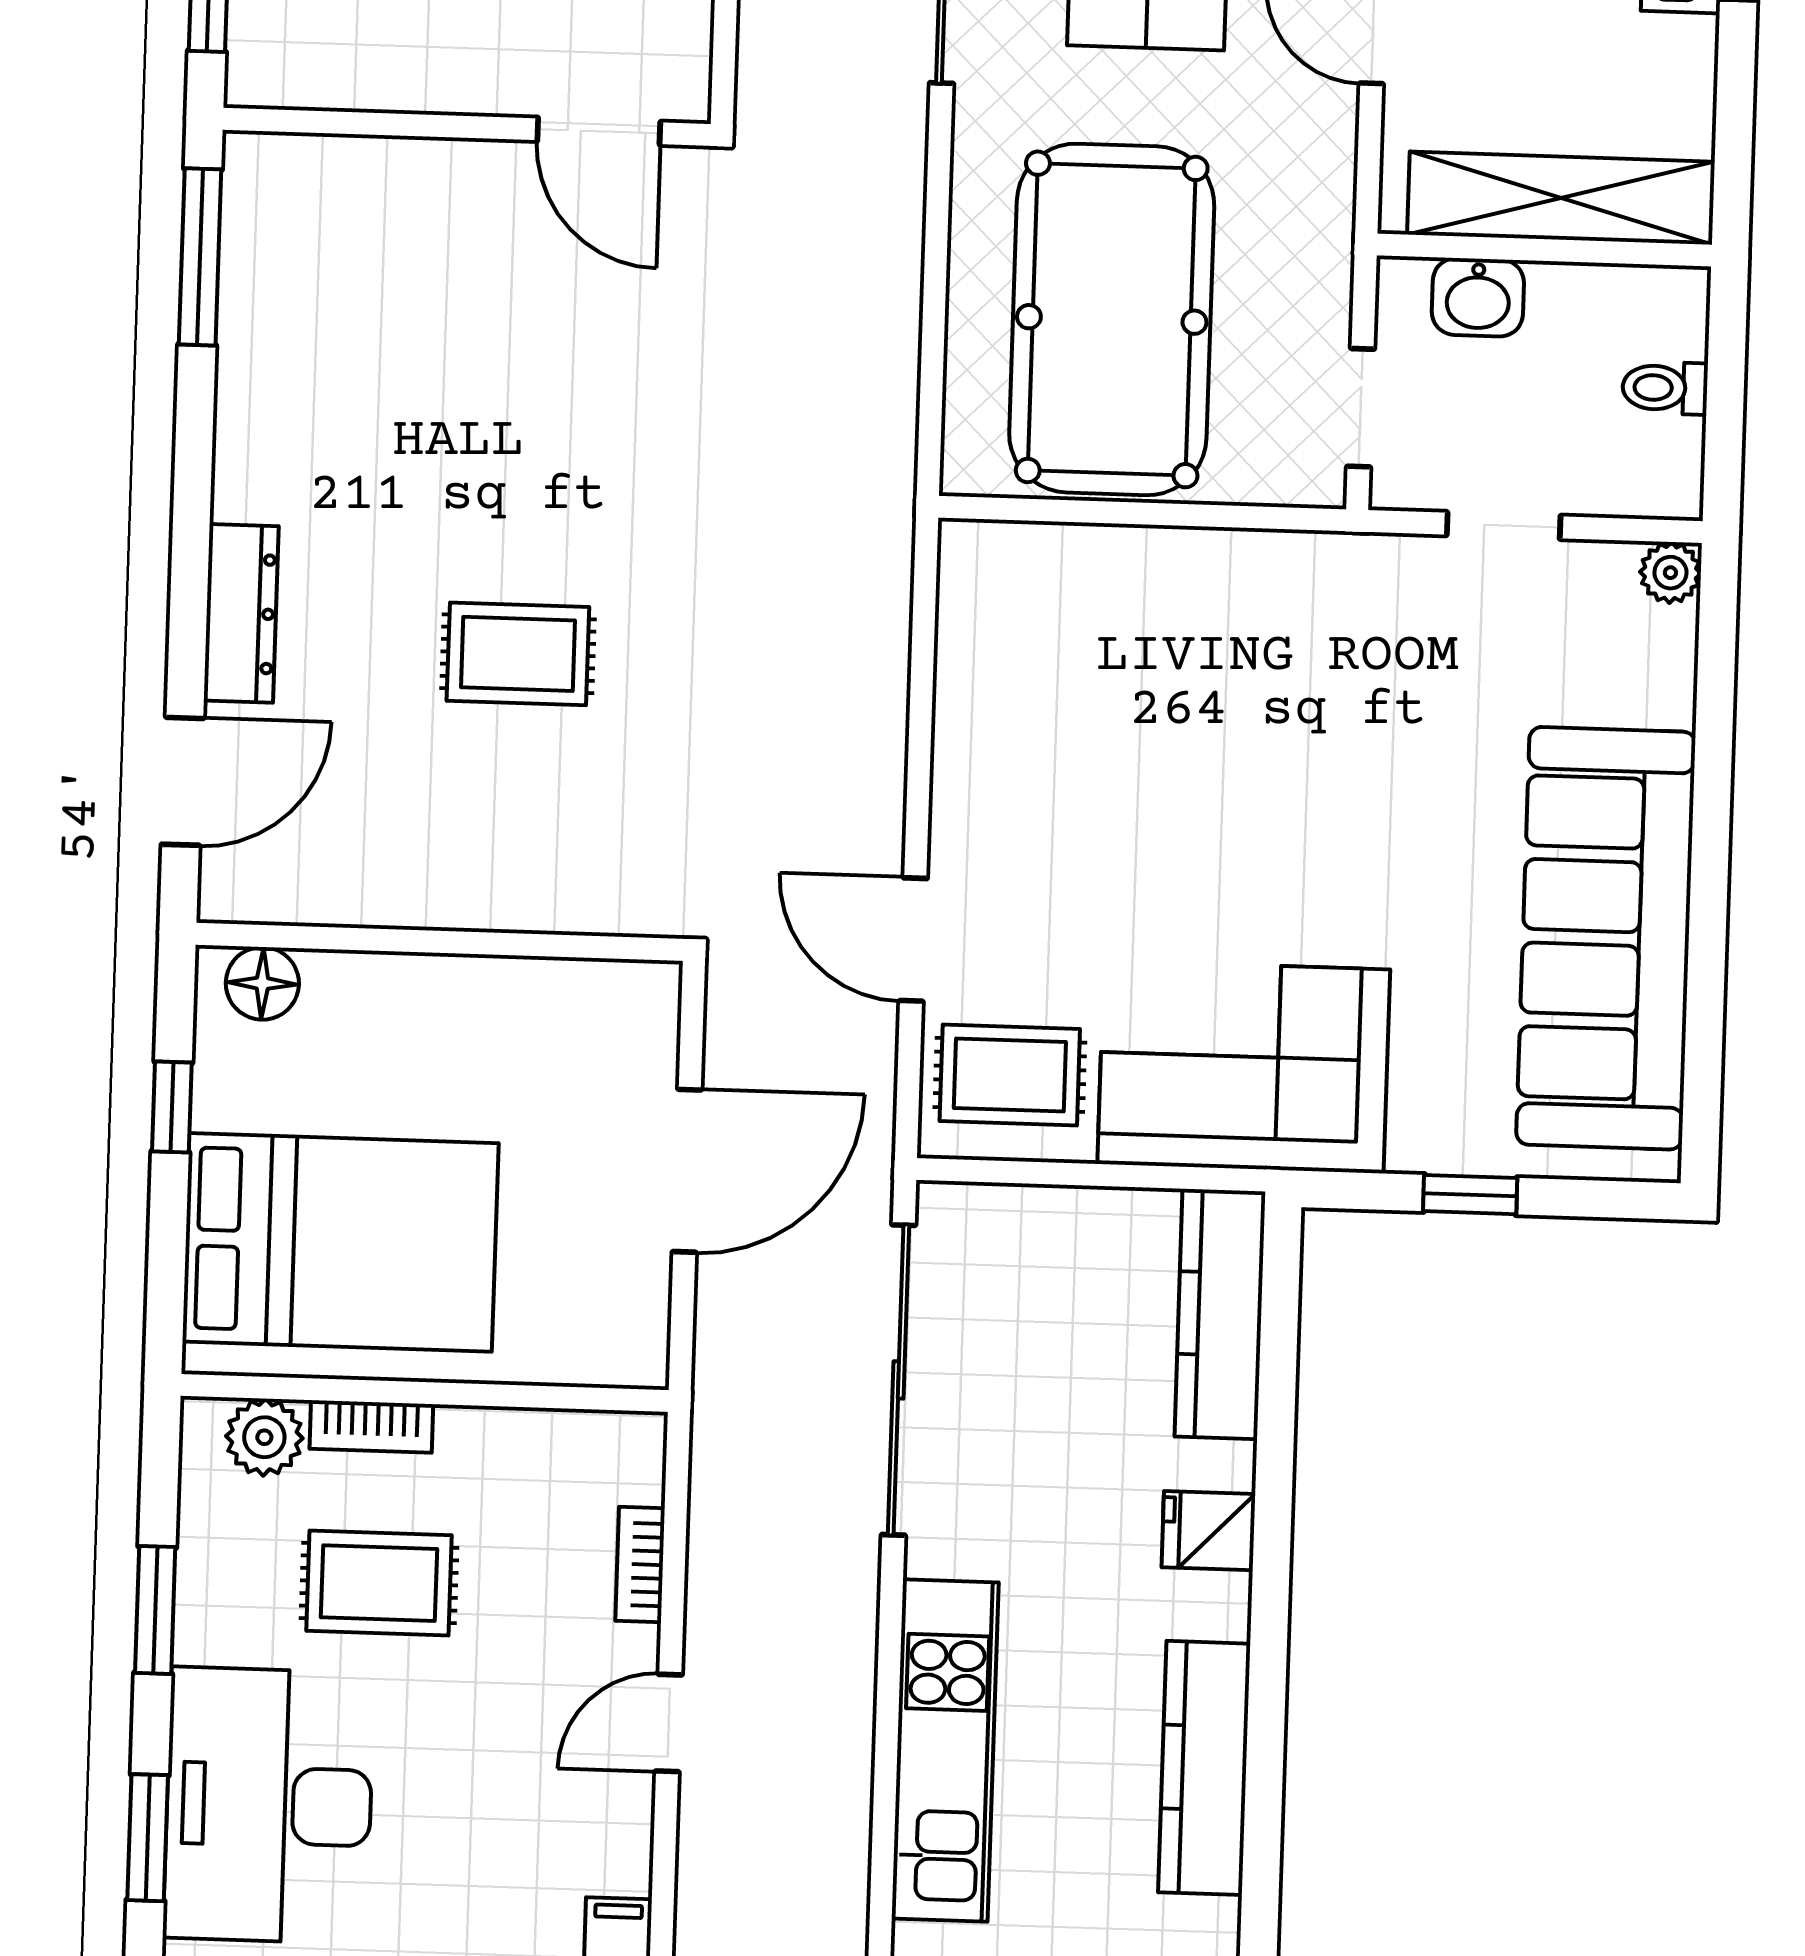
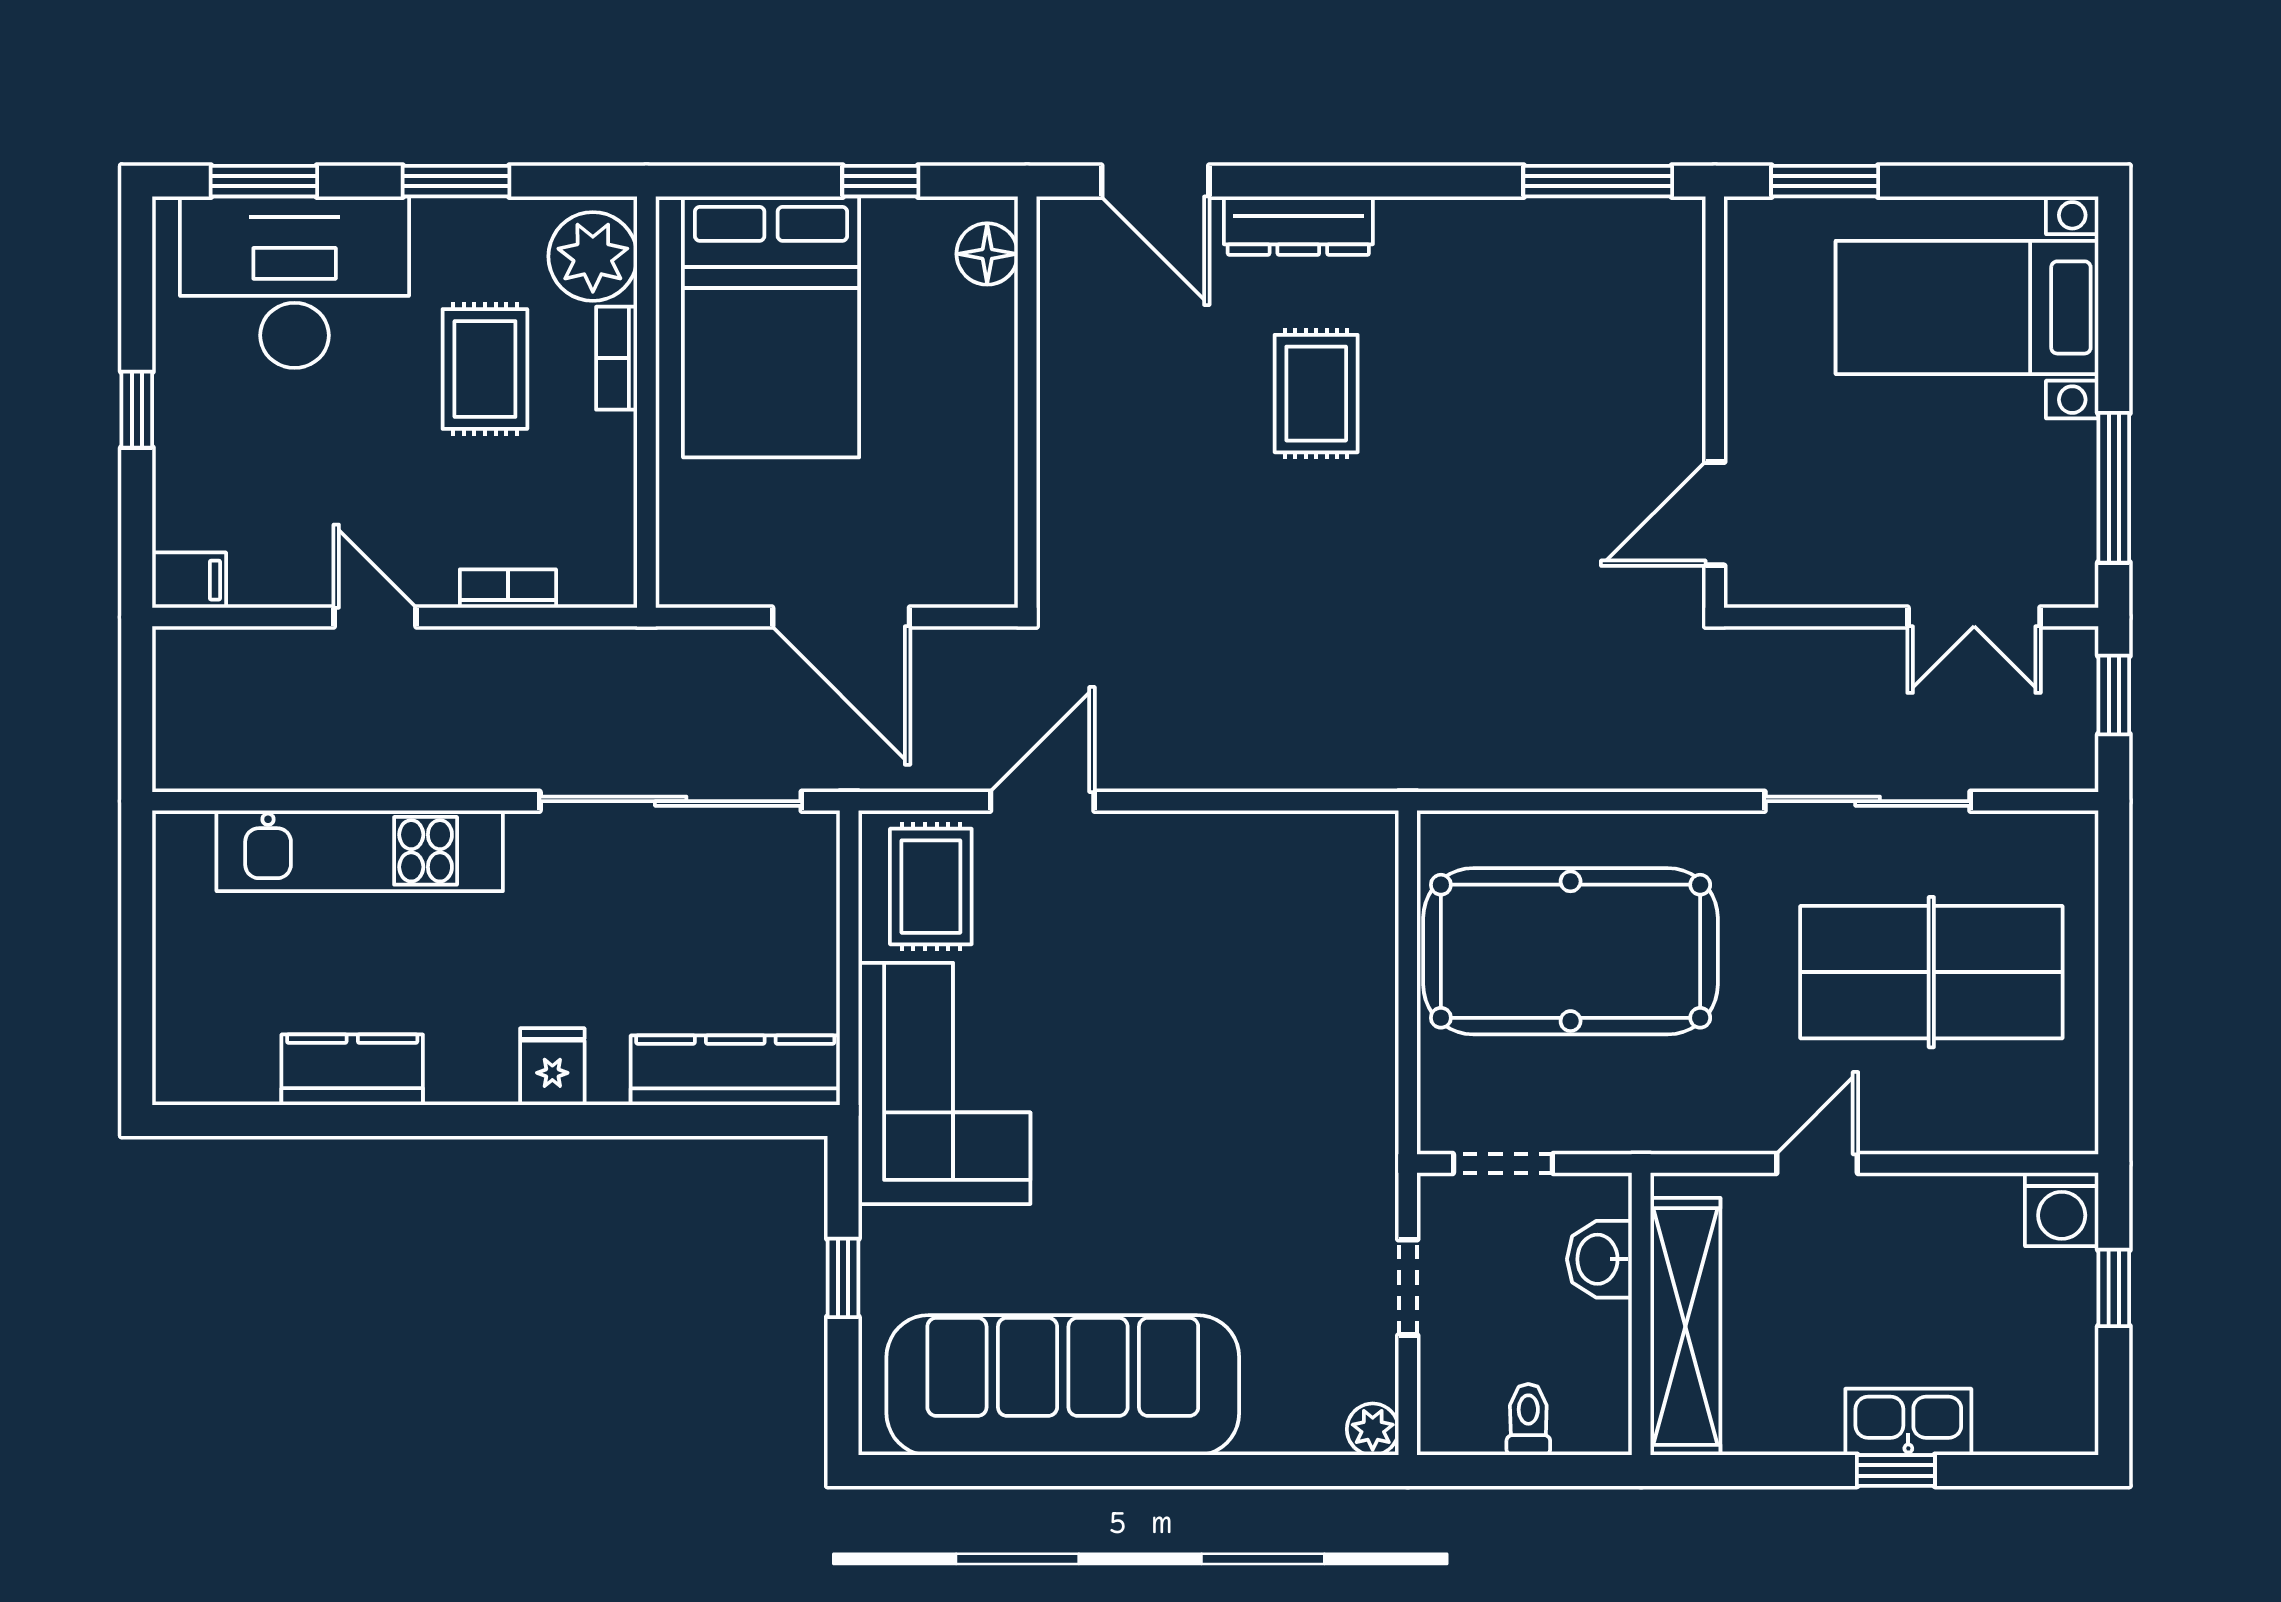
rug: (518, 654) -> (1316, 394), moved
plant: (264, 1437) -> (593, 256), width x1.36, depth x1.36
kitchen counter: (1204, 1768) -> (352, 1070), width x0.67

